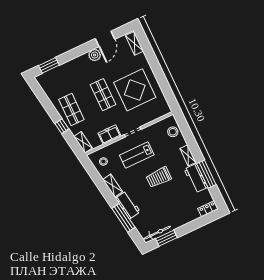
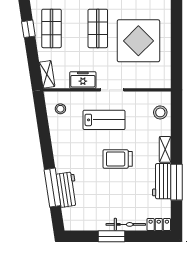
window: (62, 126) -> (28, 29), moved
lab bench: (137, 155) -> (104, 120), turned 180
shelving: (113, 186) -> (58, 143), removed
workbench: (128, 205) -> (67, 190), moved
bicycle: (157, 233) -> (126, 224), moved
window: (166, 238) -> (112, 236), moved

